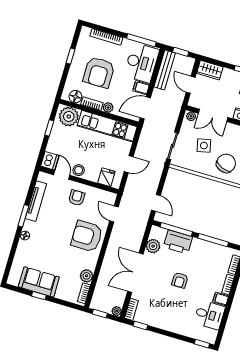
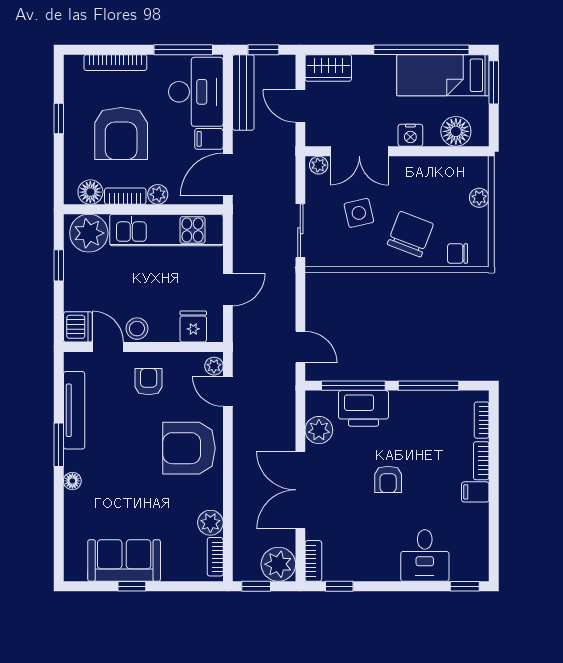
plant: (111, 200) -> (214, 366), added
plant: (117, 311) -> (278, 564), width x1.88, depth x1.88
desk: (209, 315) -> (425, 556), moved, turned 90

